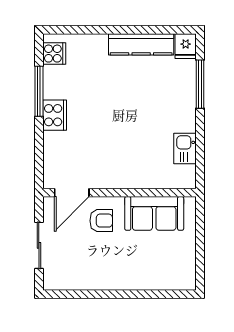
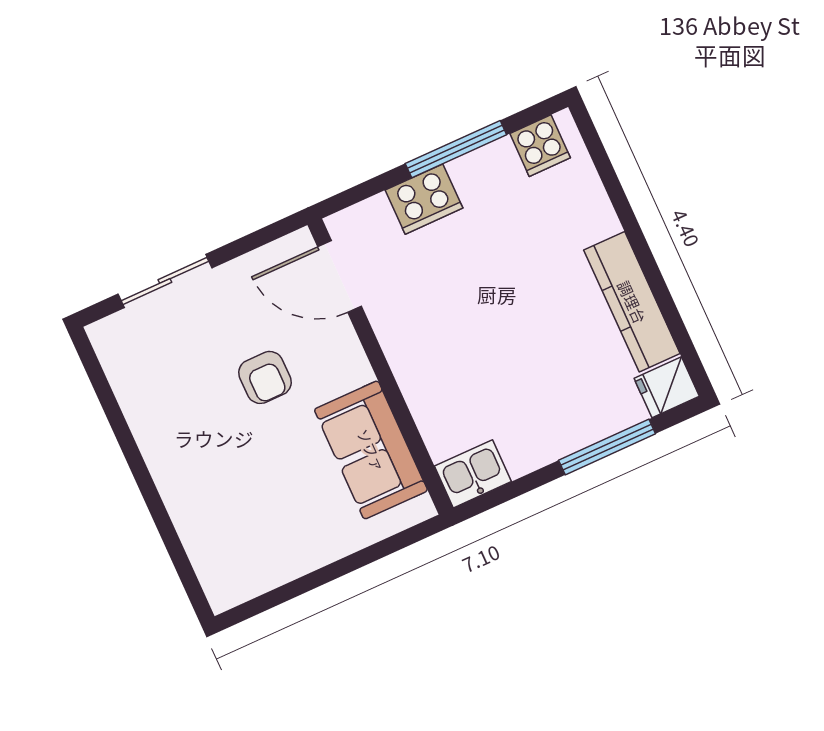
door: (72, 193) -> (340, 277), moved
wall: (119, 193) -> (380, 367), moved
sofa: (154, 213) -> (371, 450), moved

